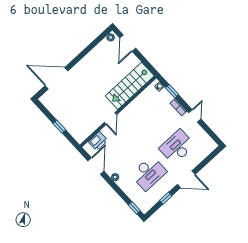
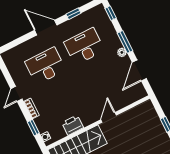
printer: (98, 141) -> (73, 125), moved
desk: (177, 147) -> (45, 66), turned 180
window: (115, 187) -> (125, 42), added

